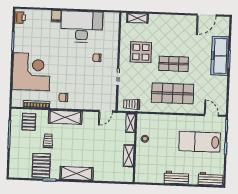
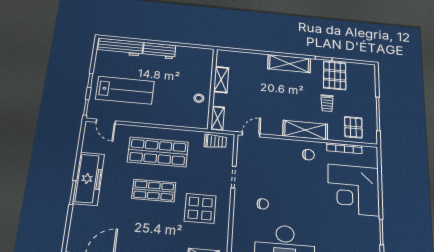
freezer: (220, 56) -> (89, 179), moved
workbench: (210, 179) -> (120, 47), width x1.38

